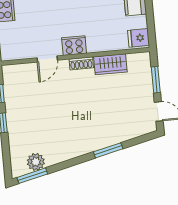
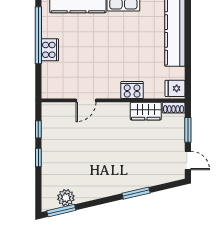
cooker: (74, 46) -> (132, 90), moved
shoe rack: (81, 63) -> (174, 108), moved

